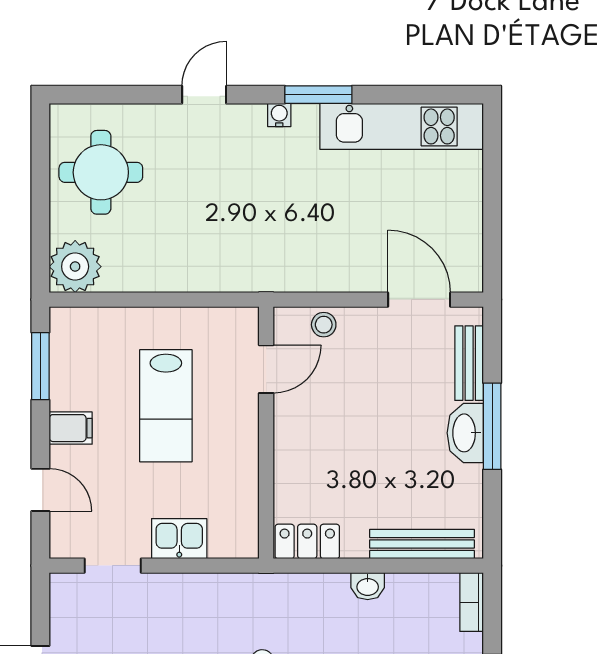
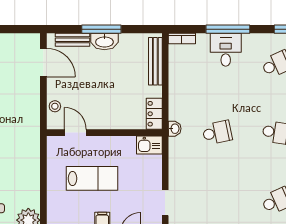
door: (419, 300) -> (43, 63), swing flipped
kitchen sink: (179, 539) -> (149, 145), moved, turned -90
washbasin: (368, 586) -> (175, 129), moved

